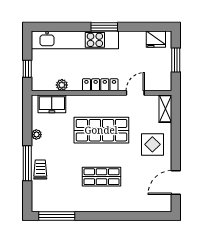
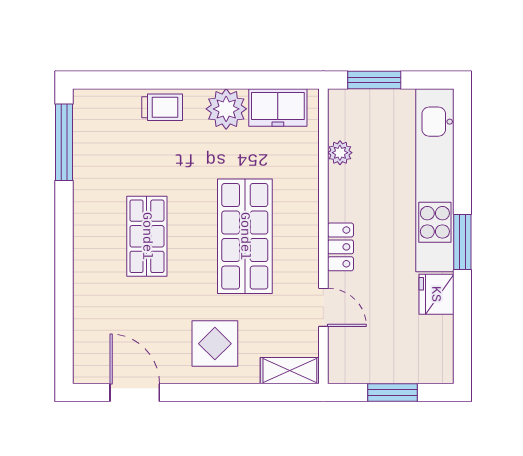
fridge: (156, 39) -> (436, 294), moved
window: (27, 69) -> (374, 80), width x1.50
locker: (100, 85) -> (341, 247), width x0.66
freezer: (52, 104) -> (278, 108), moved, turned -90
plant: (36, 135) -> (226, 109), width x1.88, depth x1.88
window: (27, 163) -> (175, 80), removed

